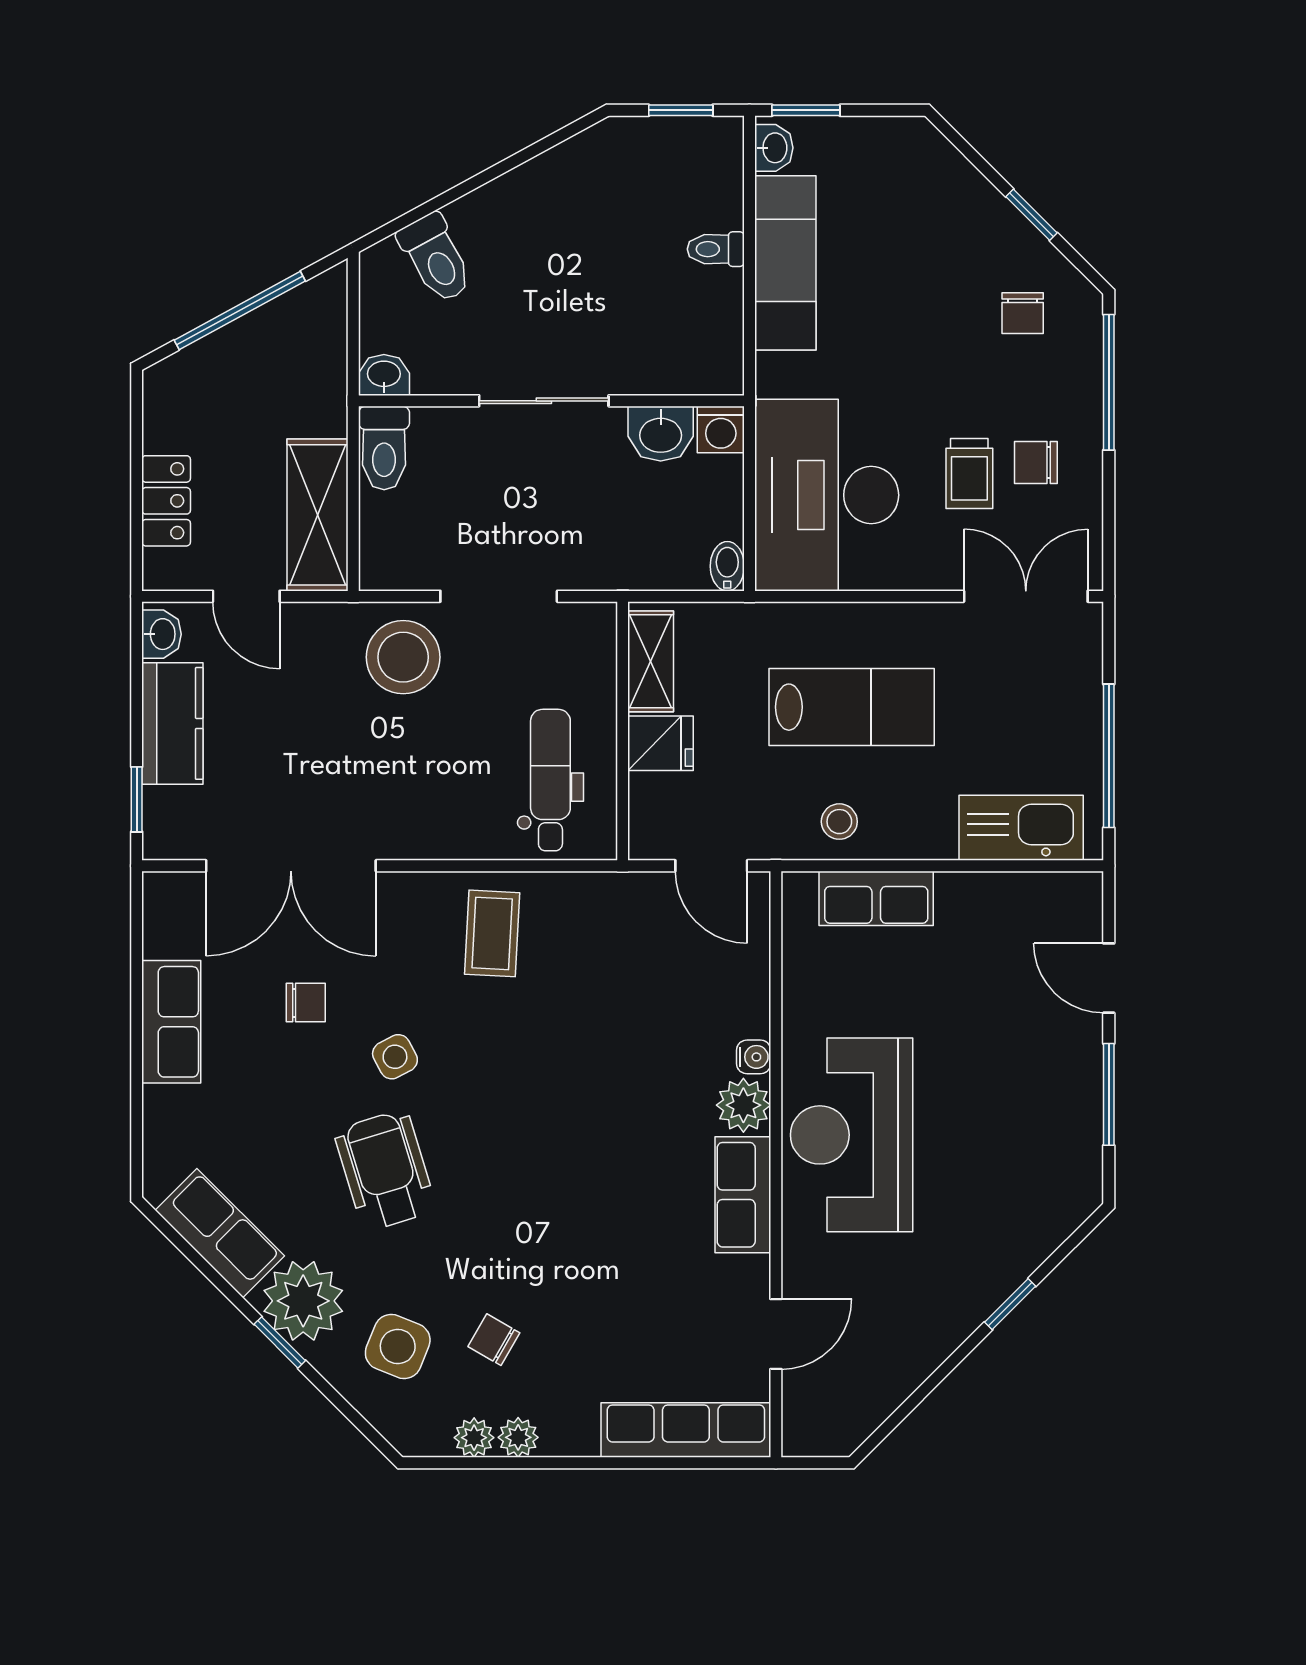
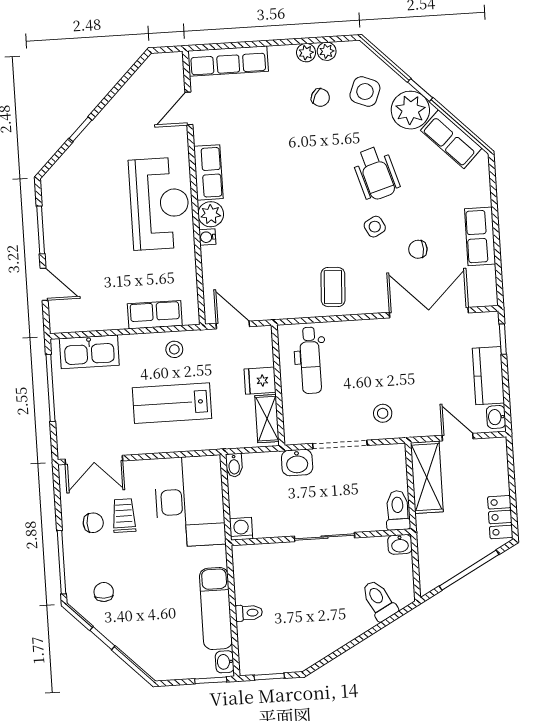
washbasin: (661, 434) -> (297, 463), moved, turned 180
locker: (166, 501) -> (500, 517), moved
stool: (403, 657) -> (383, 413), width x0.53, depth x0.53

